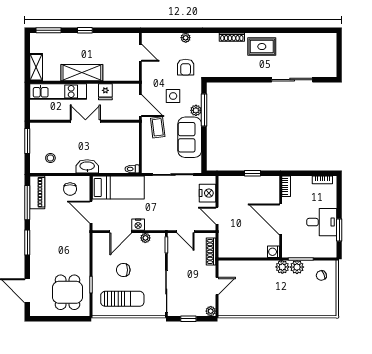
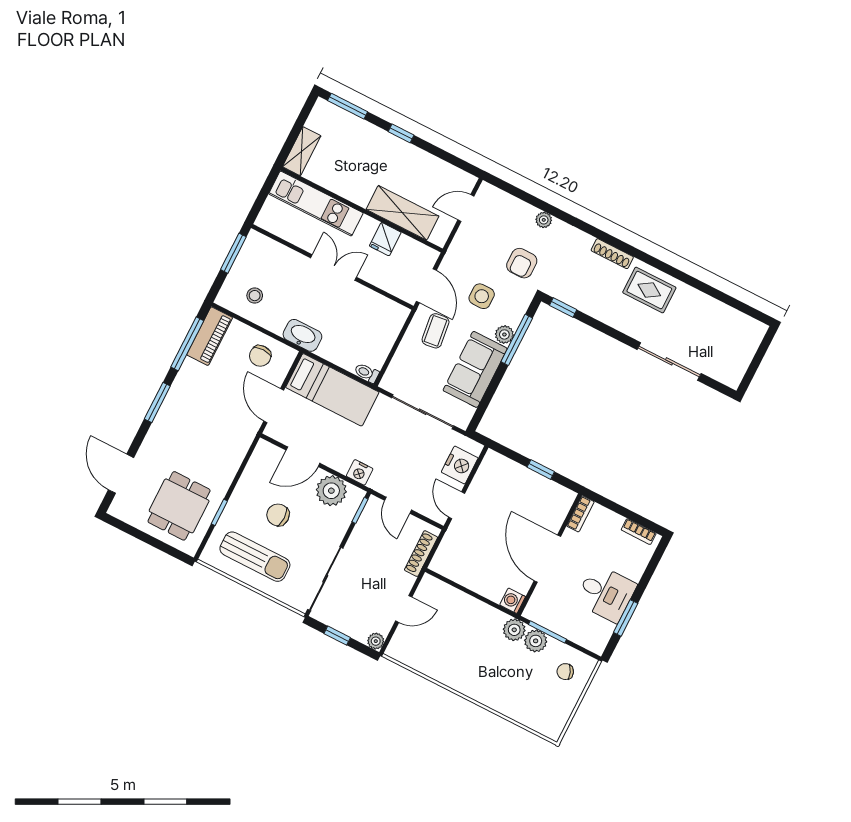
door: (140, 53) -> (466, 208), swing flipped
shelving: (82, 73) -> (403, 213), moved
window: (220, 80) -> (563, 307), added
nightstand: (138, 225) -> (360, 472), moved
plant: (145, 238) -> (331, 491), width x1.87, depth x1.87

